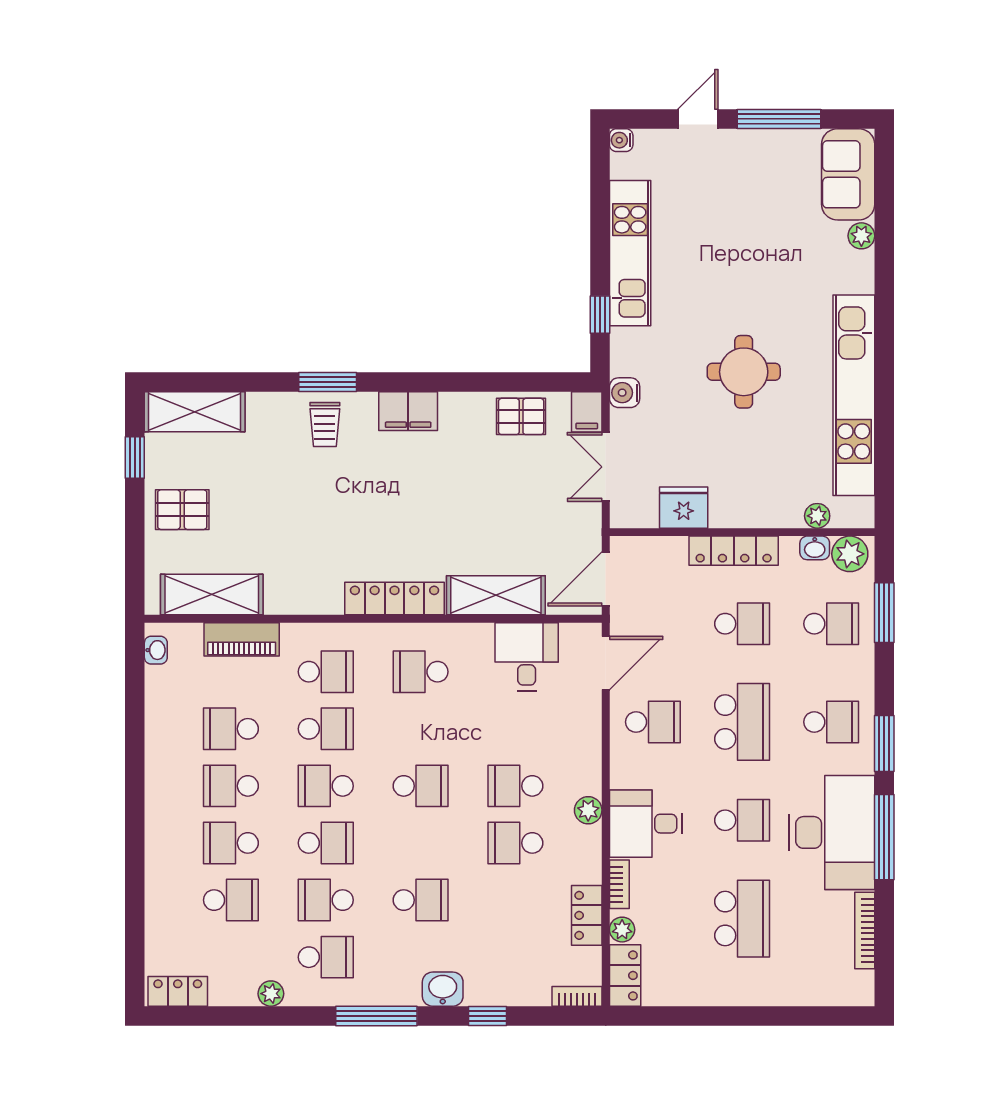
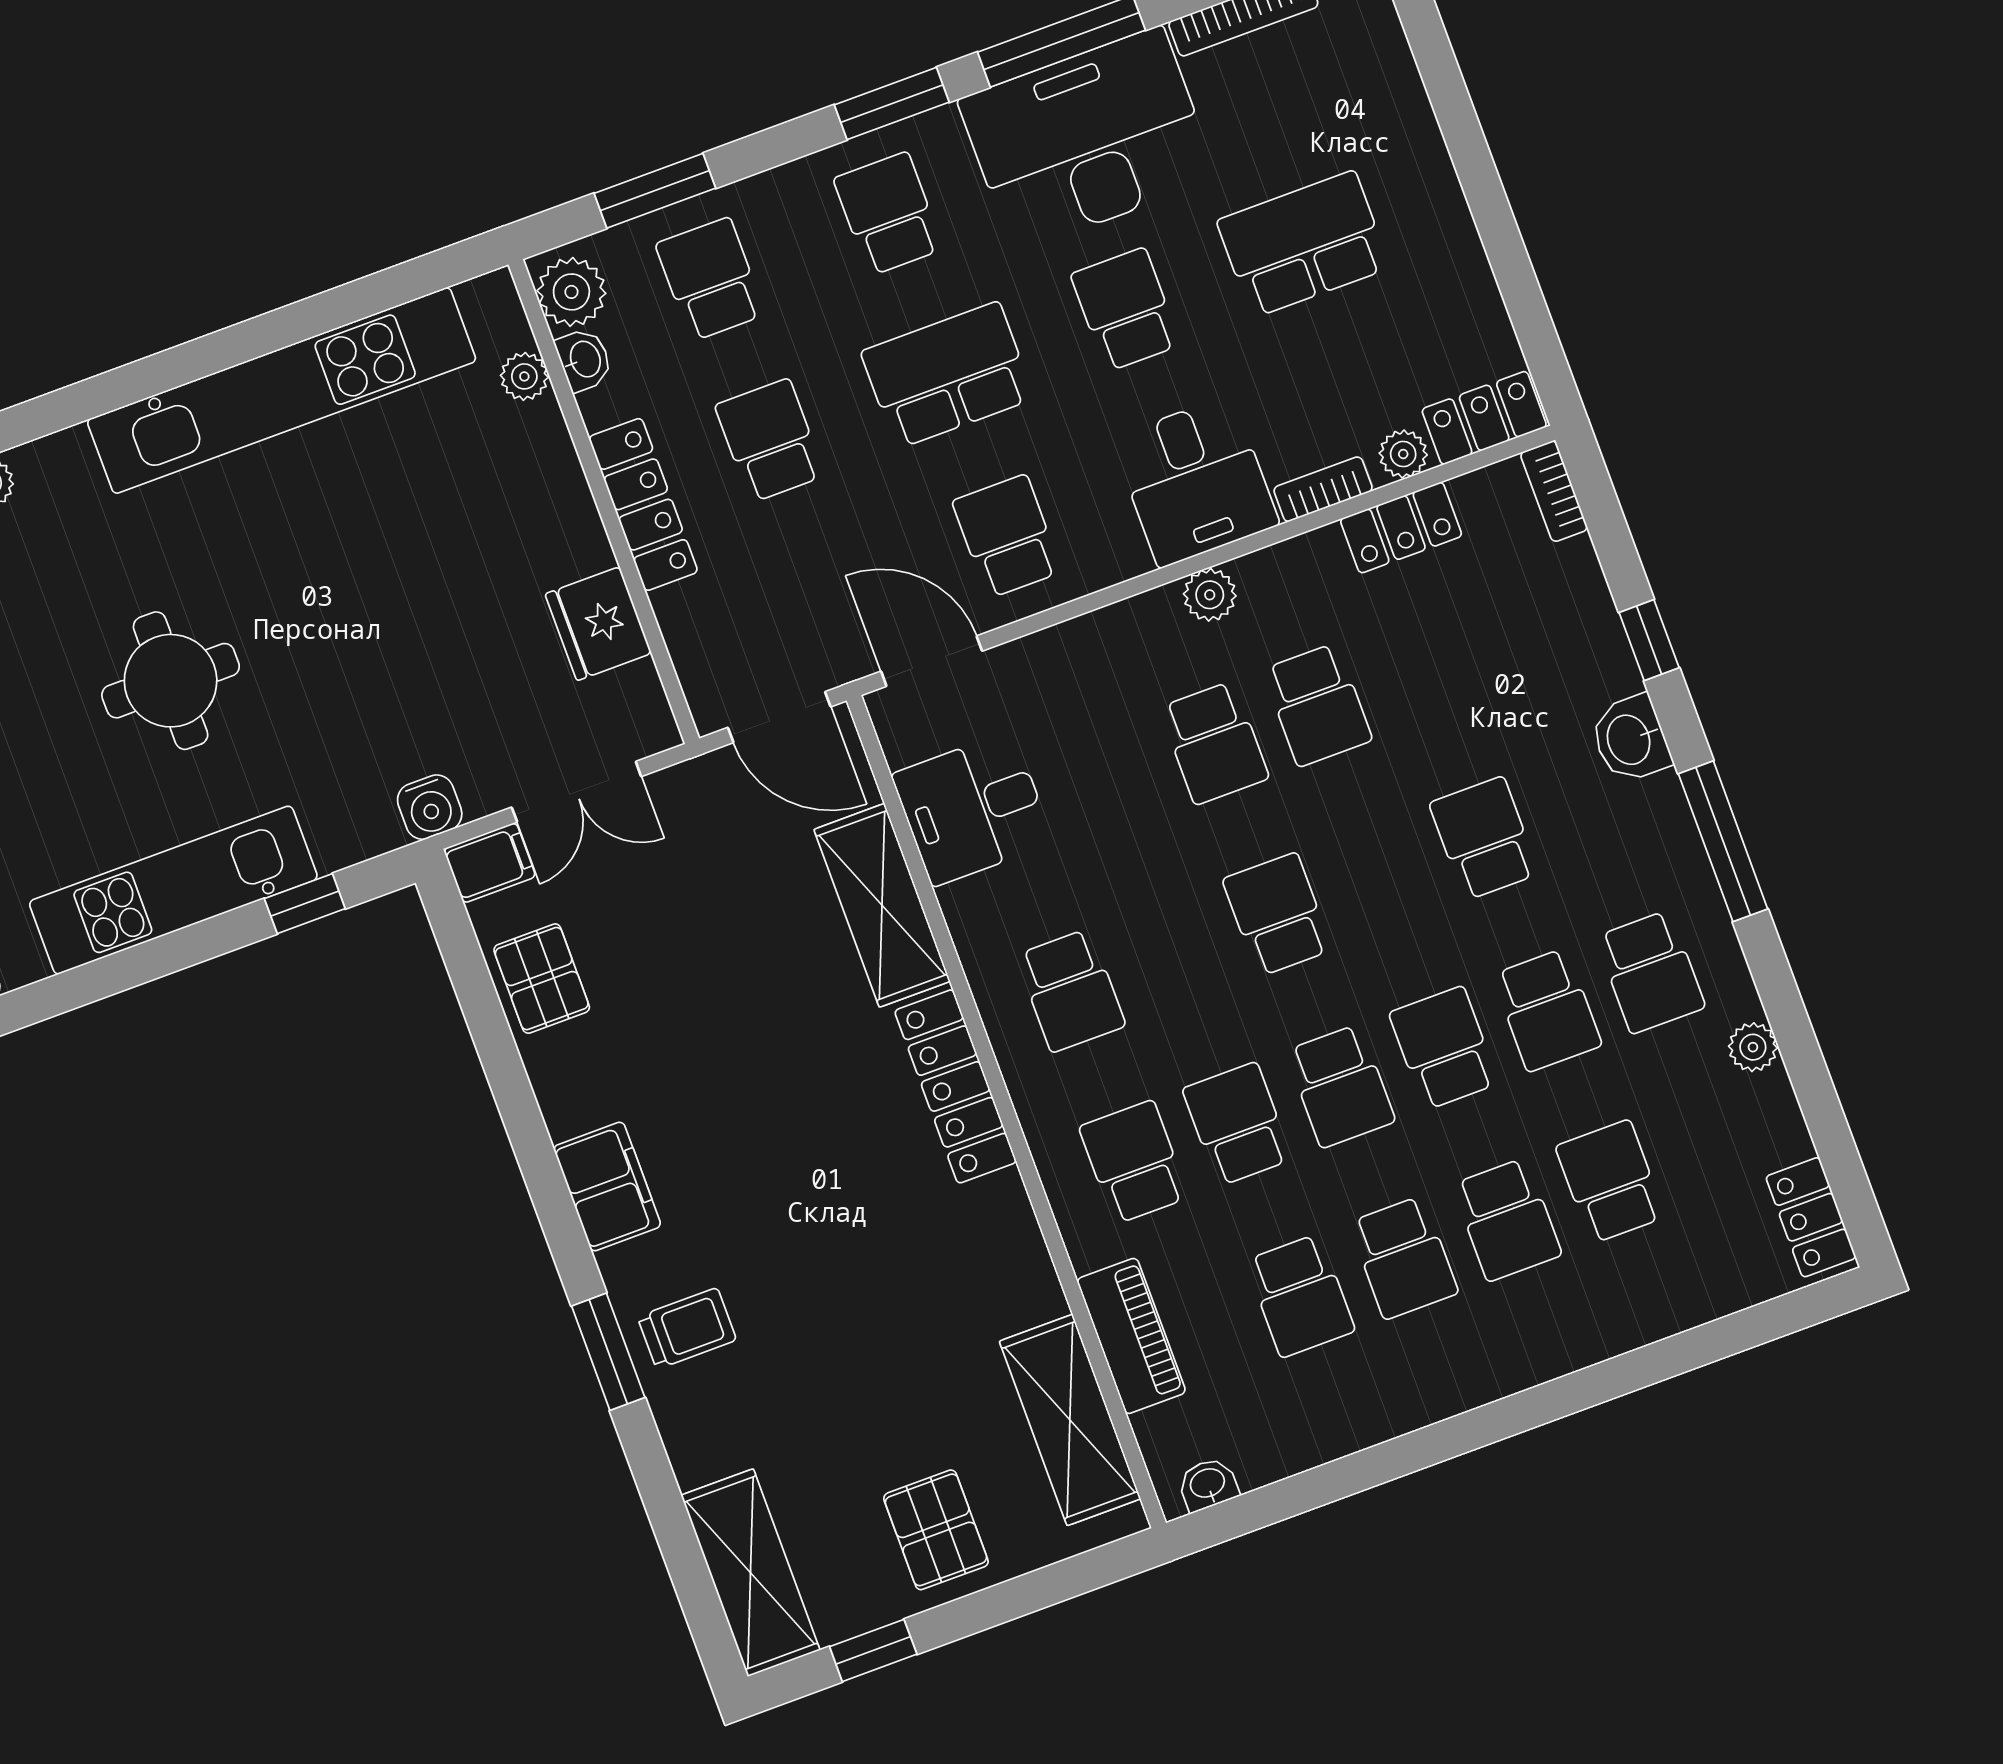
round table: (744, 372) -> (171, 681), moved
school desk: (326, 957) -> (1650, 972), turned 180

